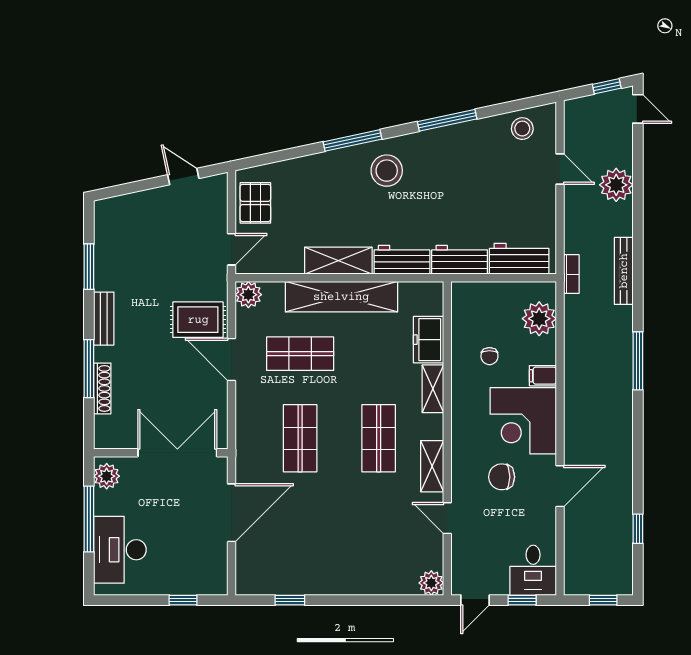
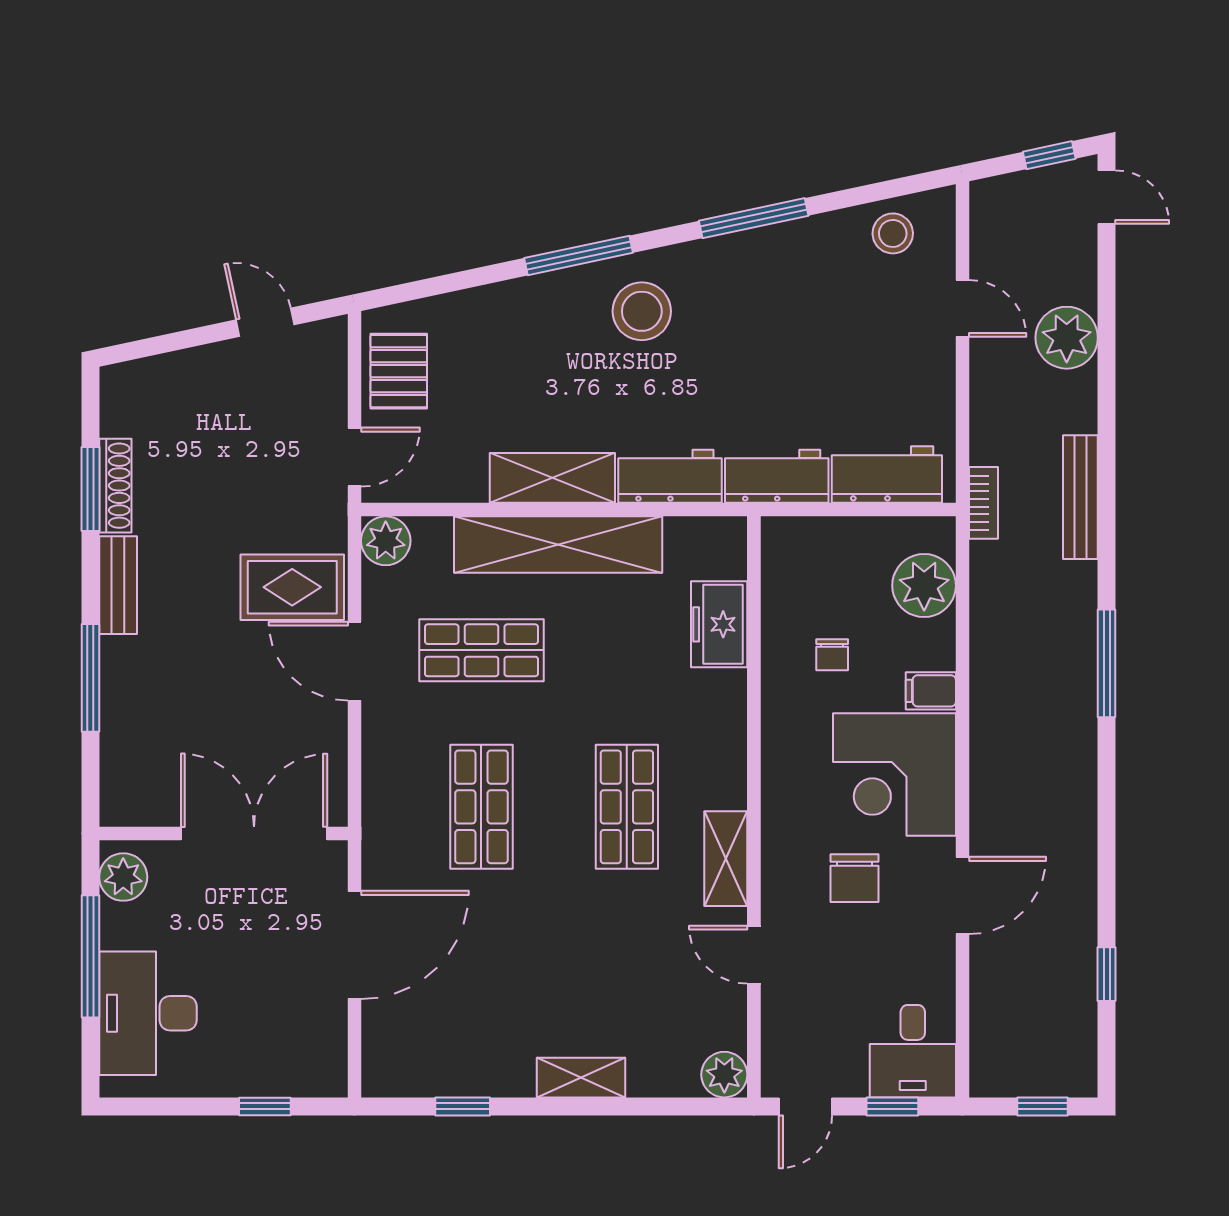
shoe rack: (102, 388) -> (115, 486), moved
shelving: (433, 389) -> (581, 1078), moved, turned 90
chair: (502, 477) -> (855, 878), turned -90

